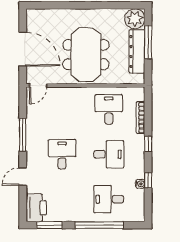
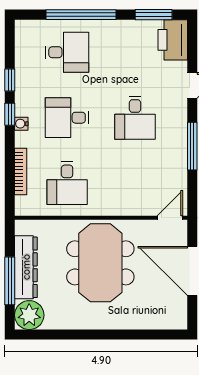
window: (148, 144) -> (10, 114), moved
water cooler: (140, 184) -> (21, 124), moved

